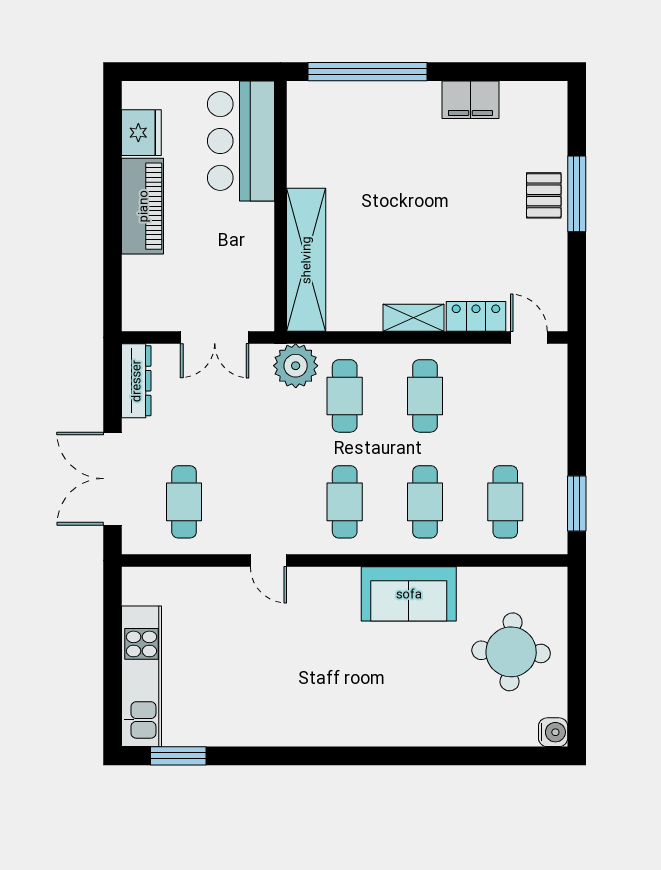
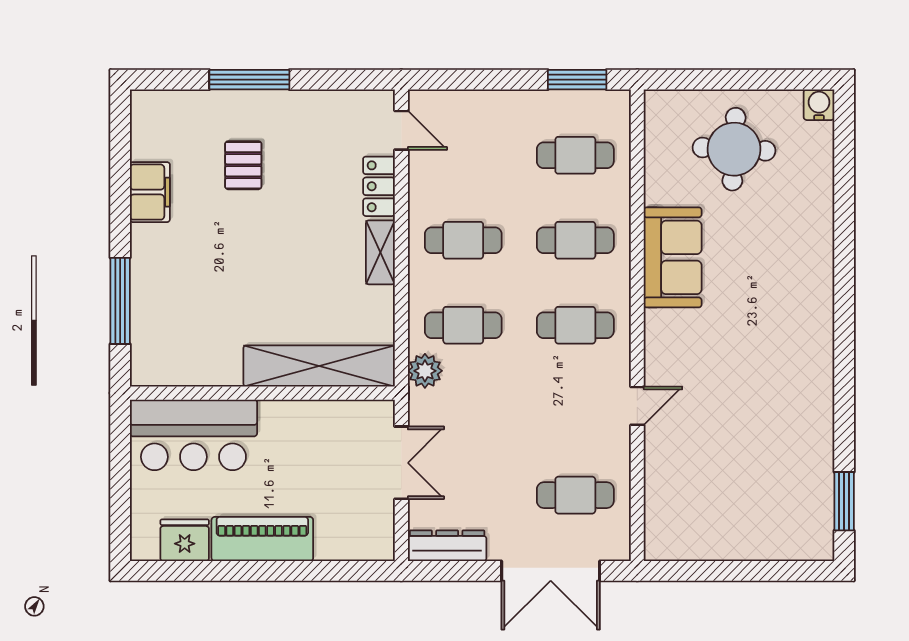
window: (368, 72) -> (120, 301), width x0.68
pallet: (544, 195) -> (243, 165), moved, turned 90
door: (529, 337) -> (401, 130), swing flipped
plant: (296, 366) -> (425, 371), width x0.73, depth x0.73
kitchen unit: (141, 676) -> (760, 540), removed

